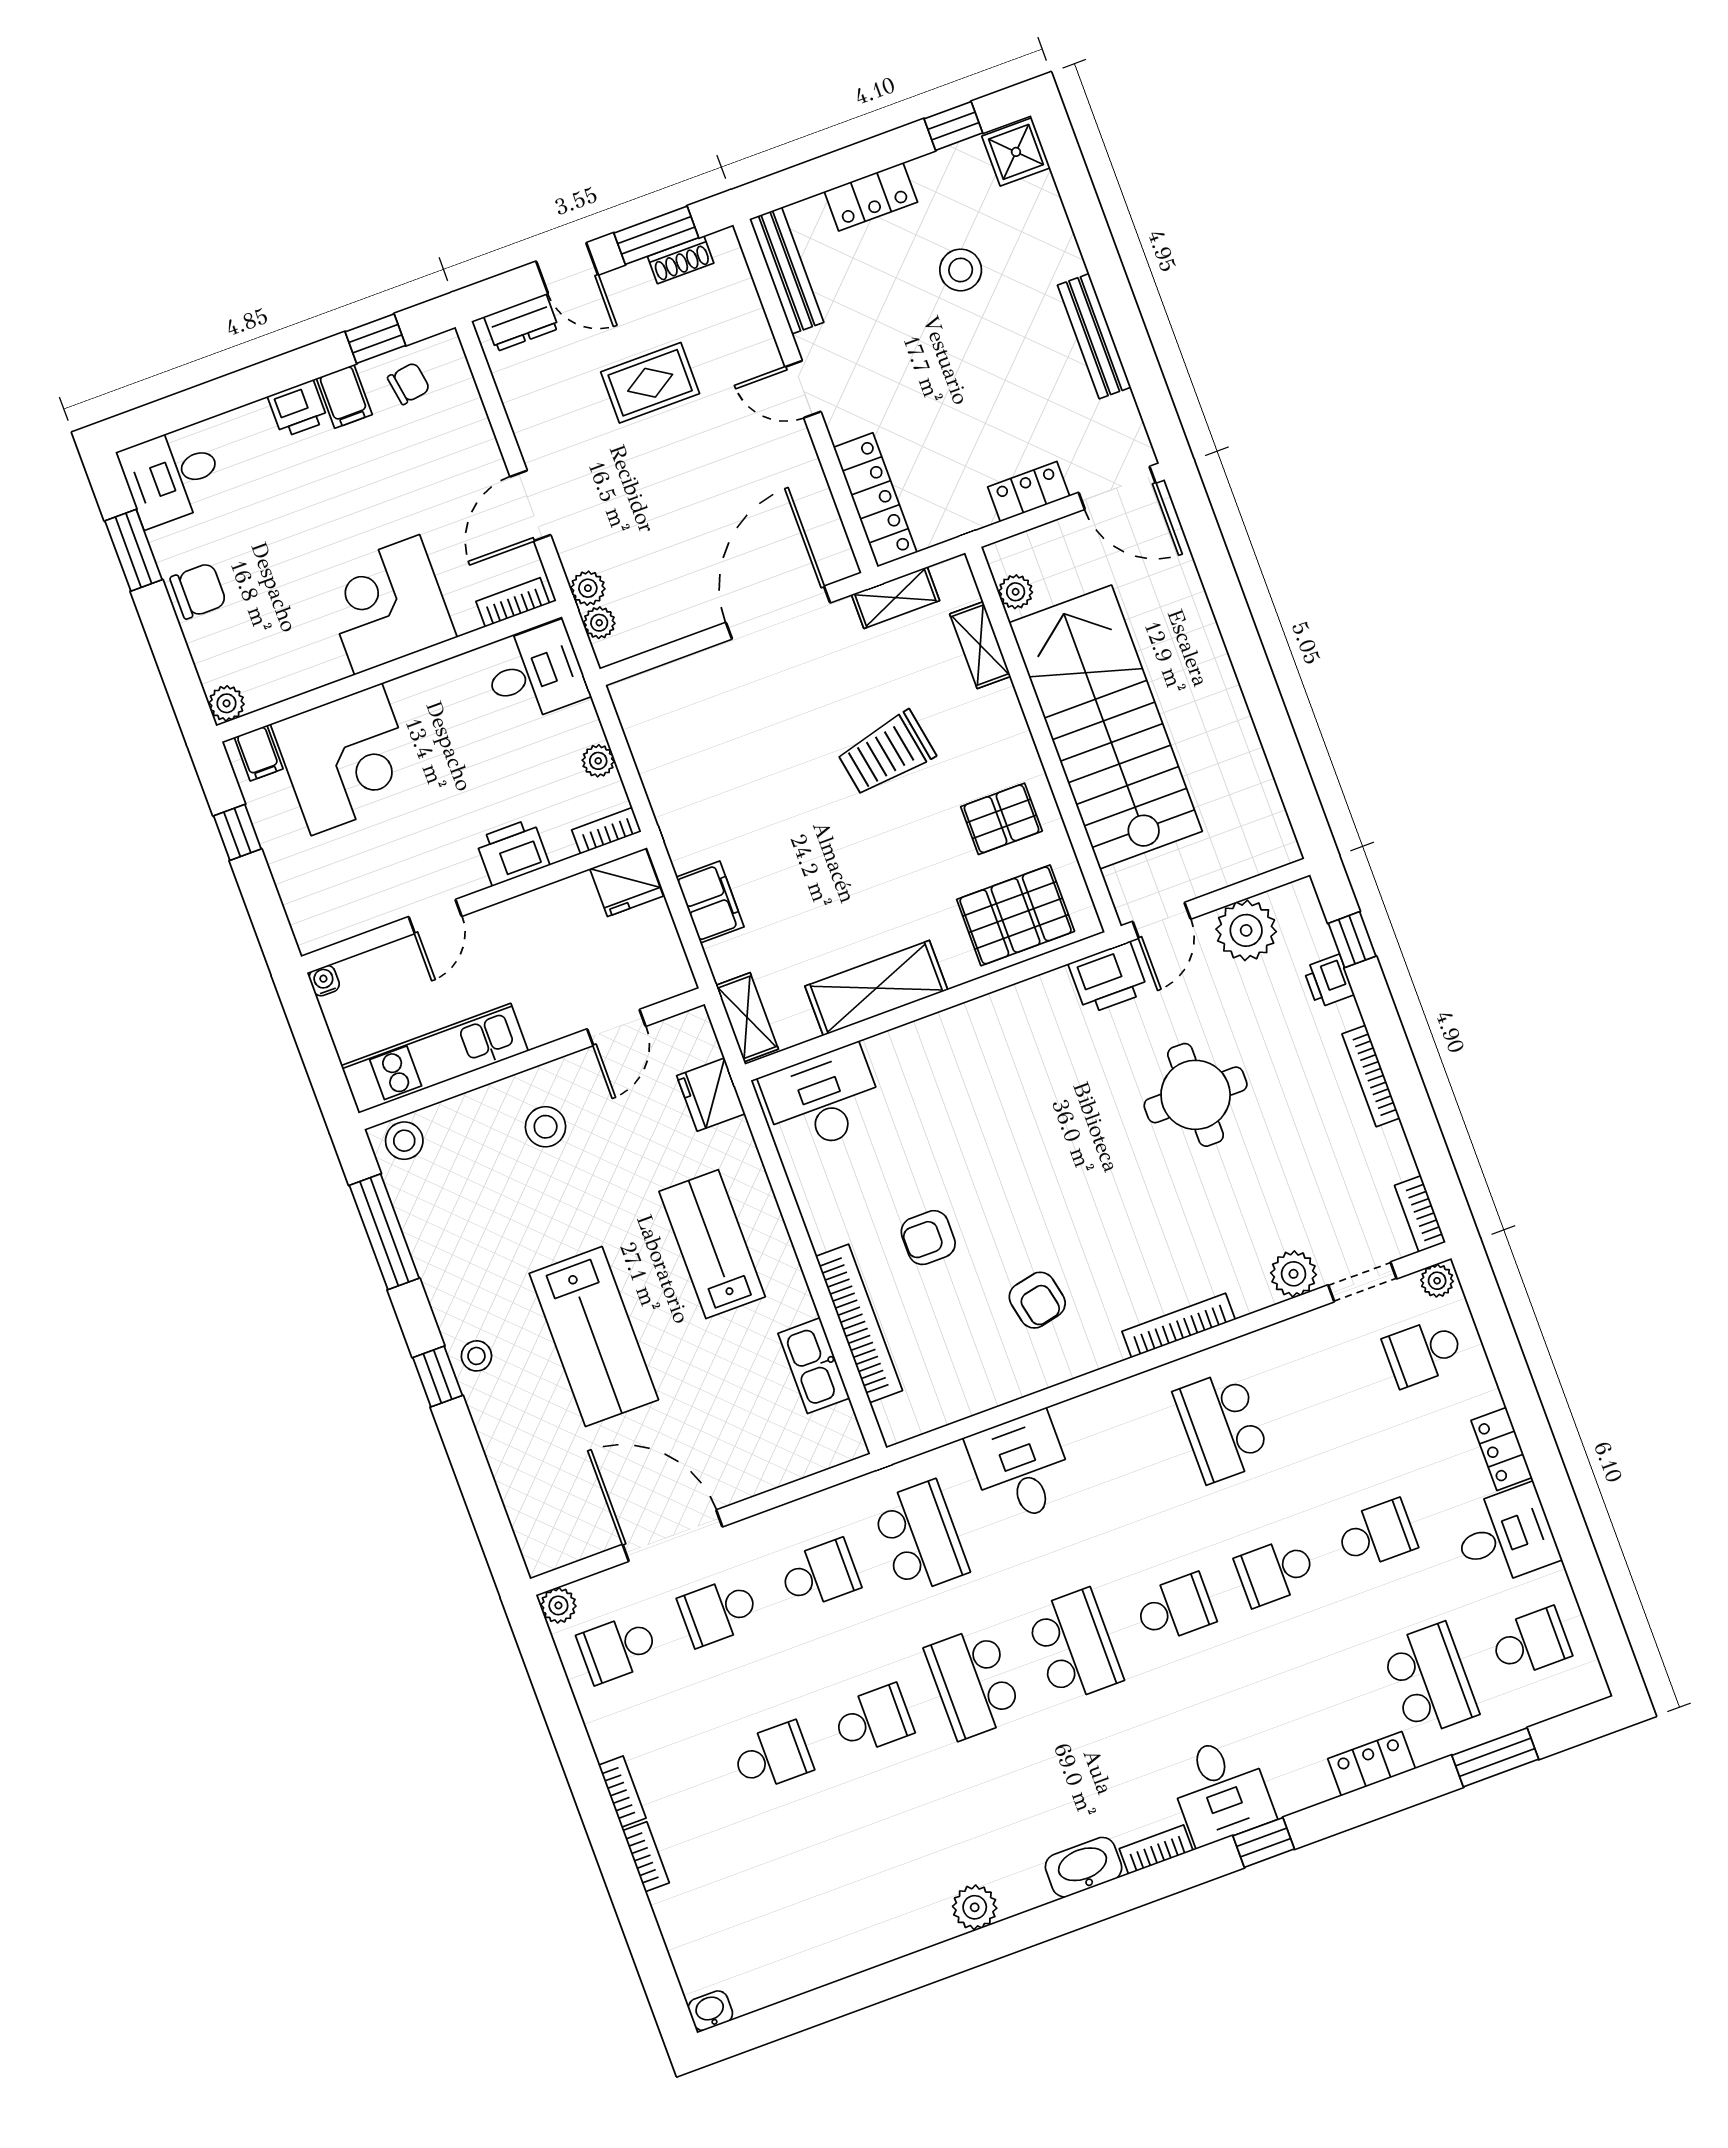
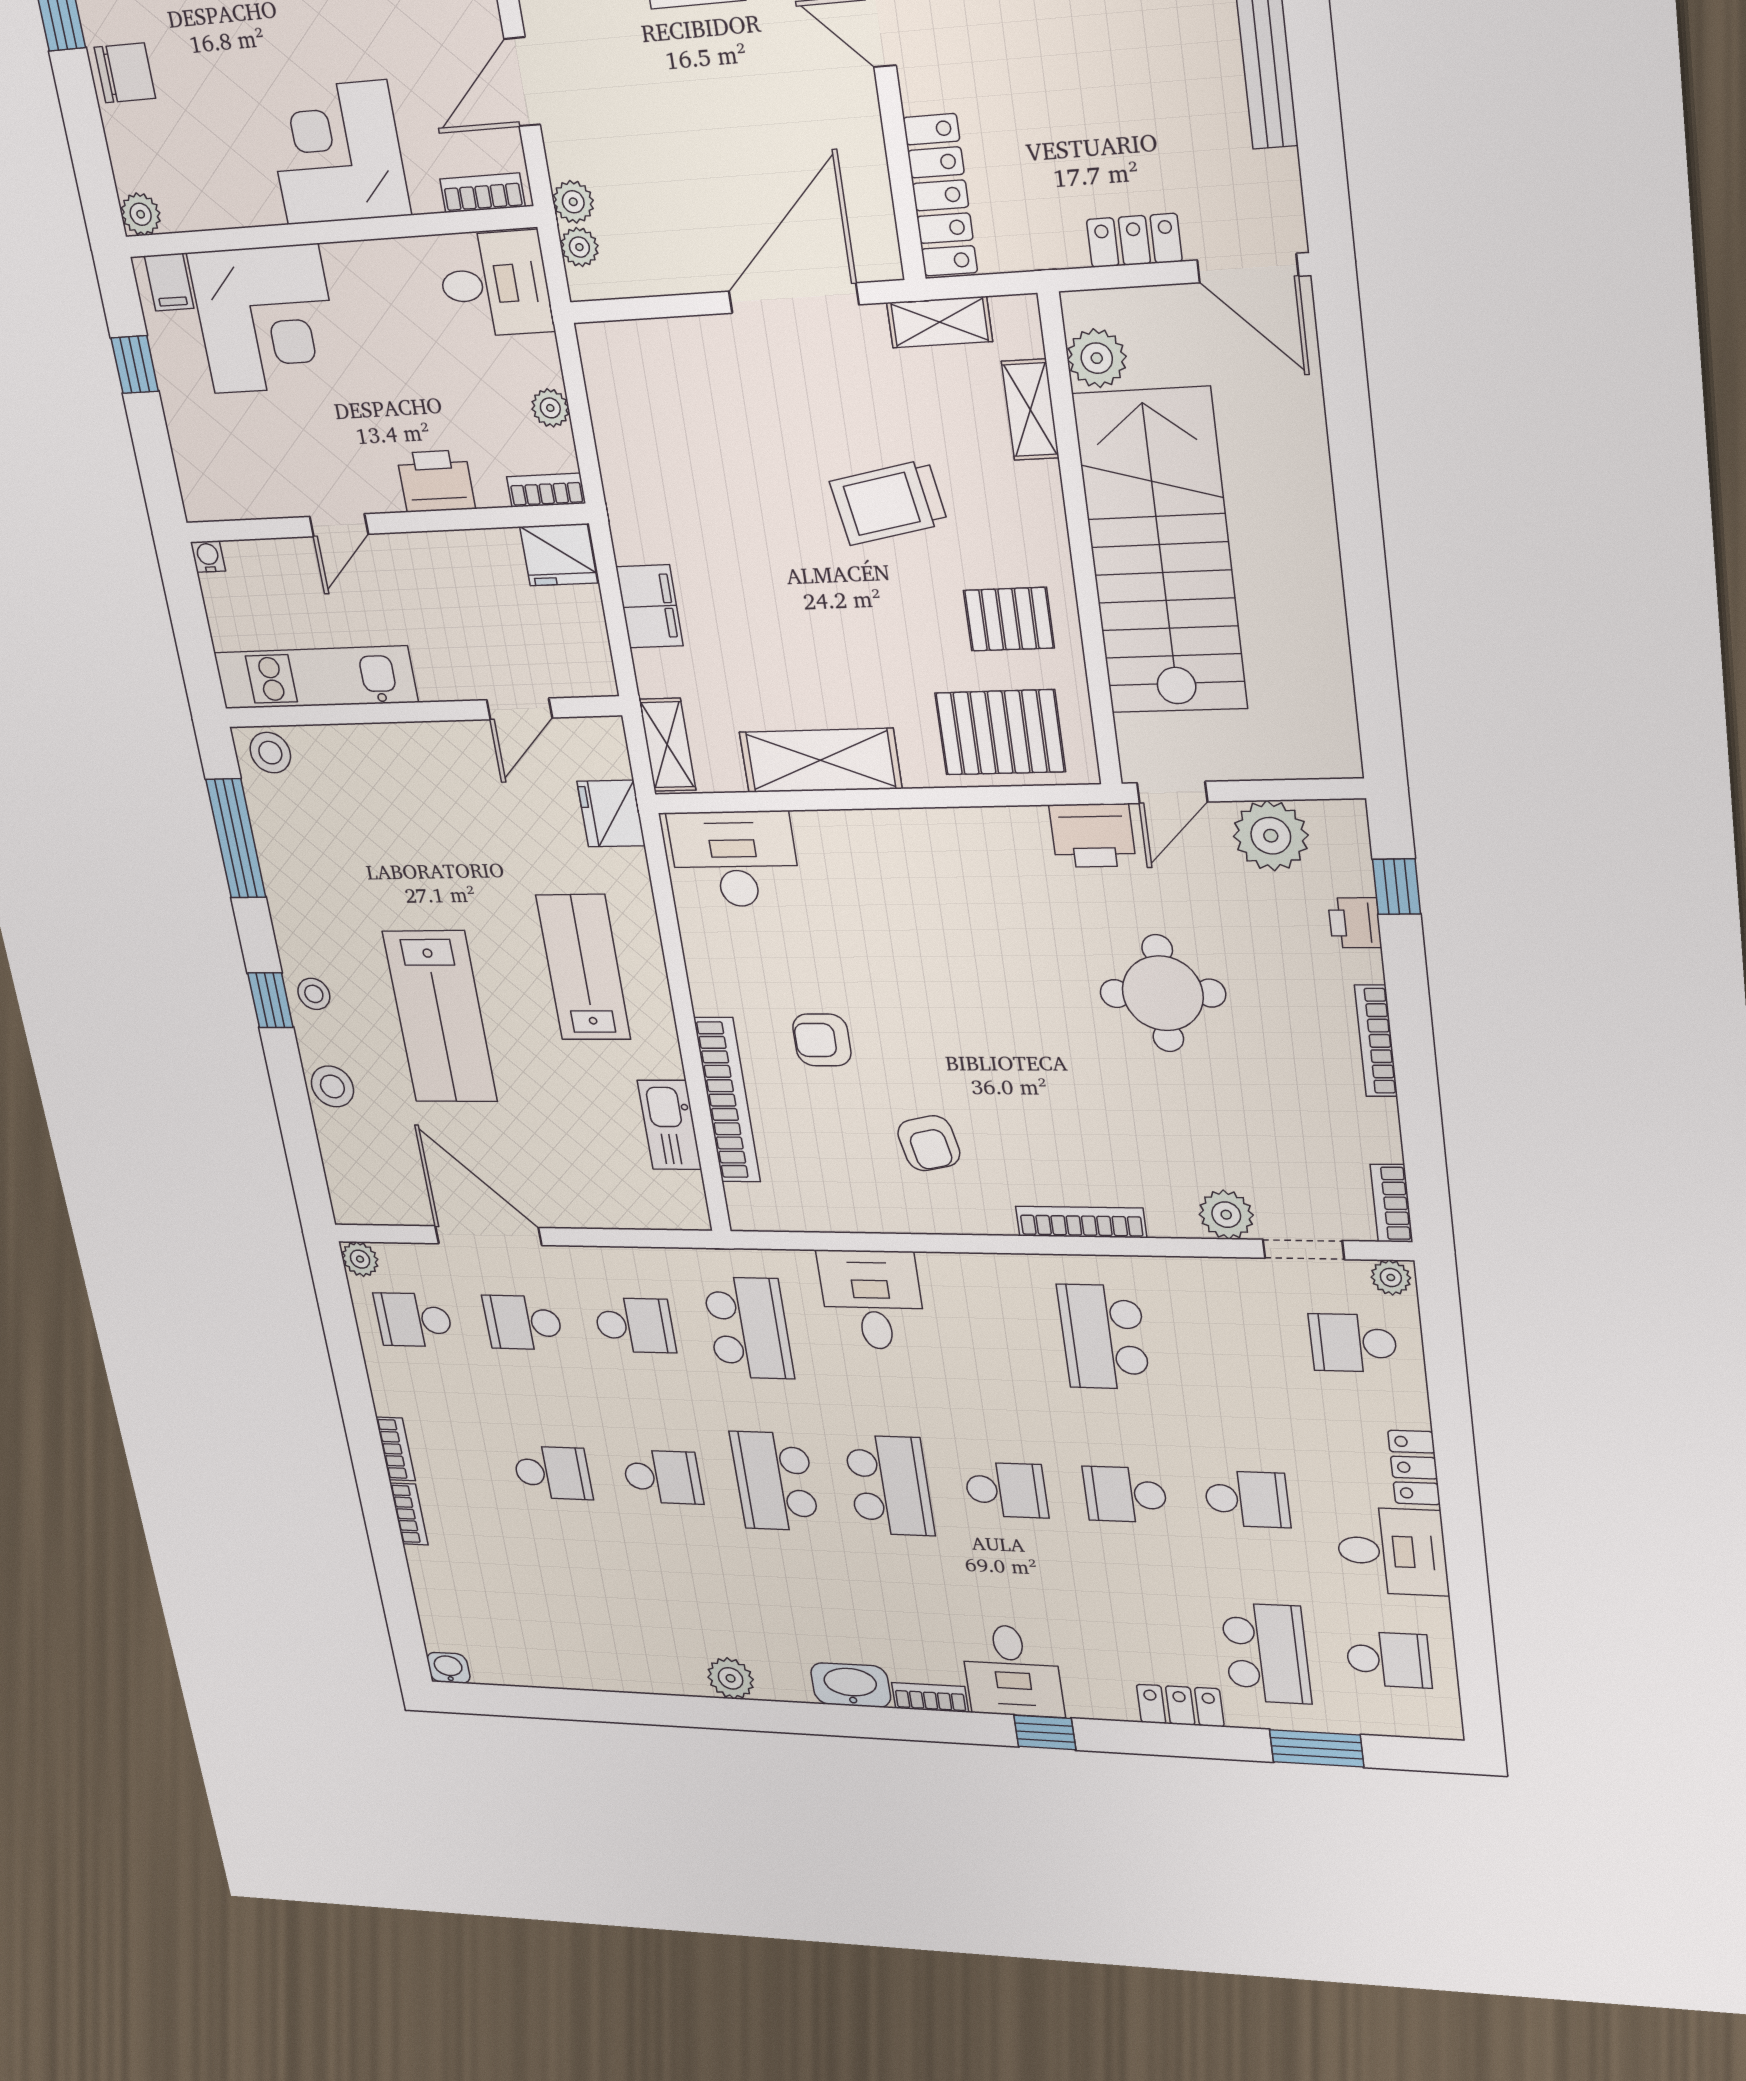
plant: (1016, 592) -> (1097, 358), width x1.38, depth x1.38
stool: (546, 1127) -> (332, 1086), moved

